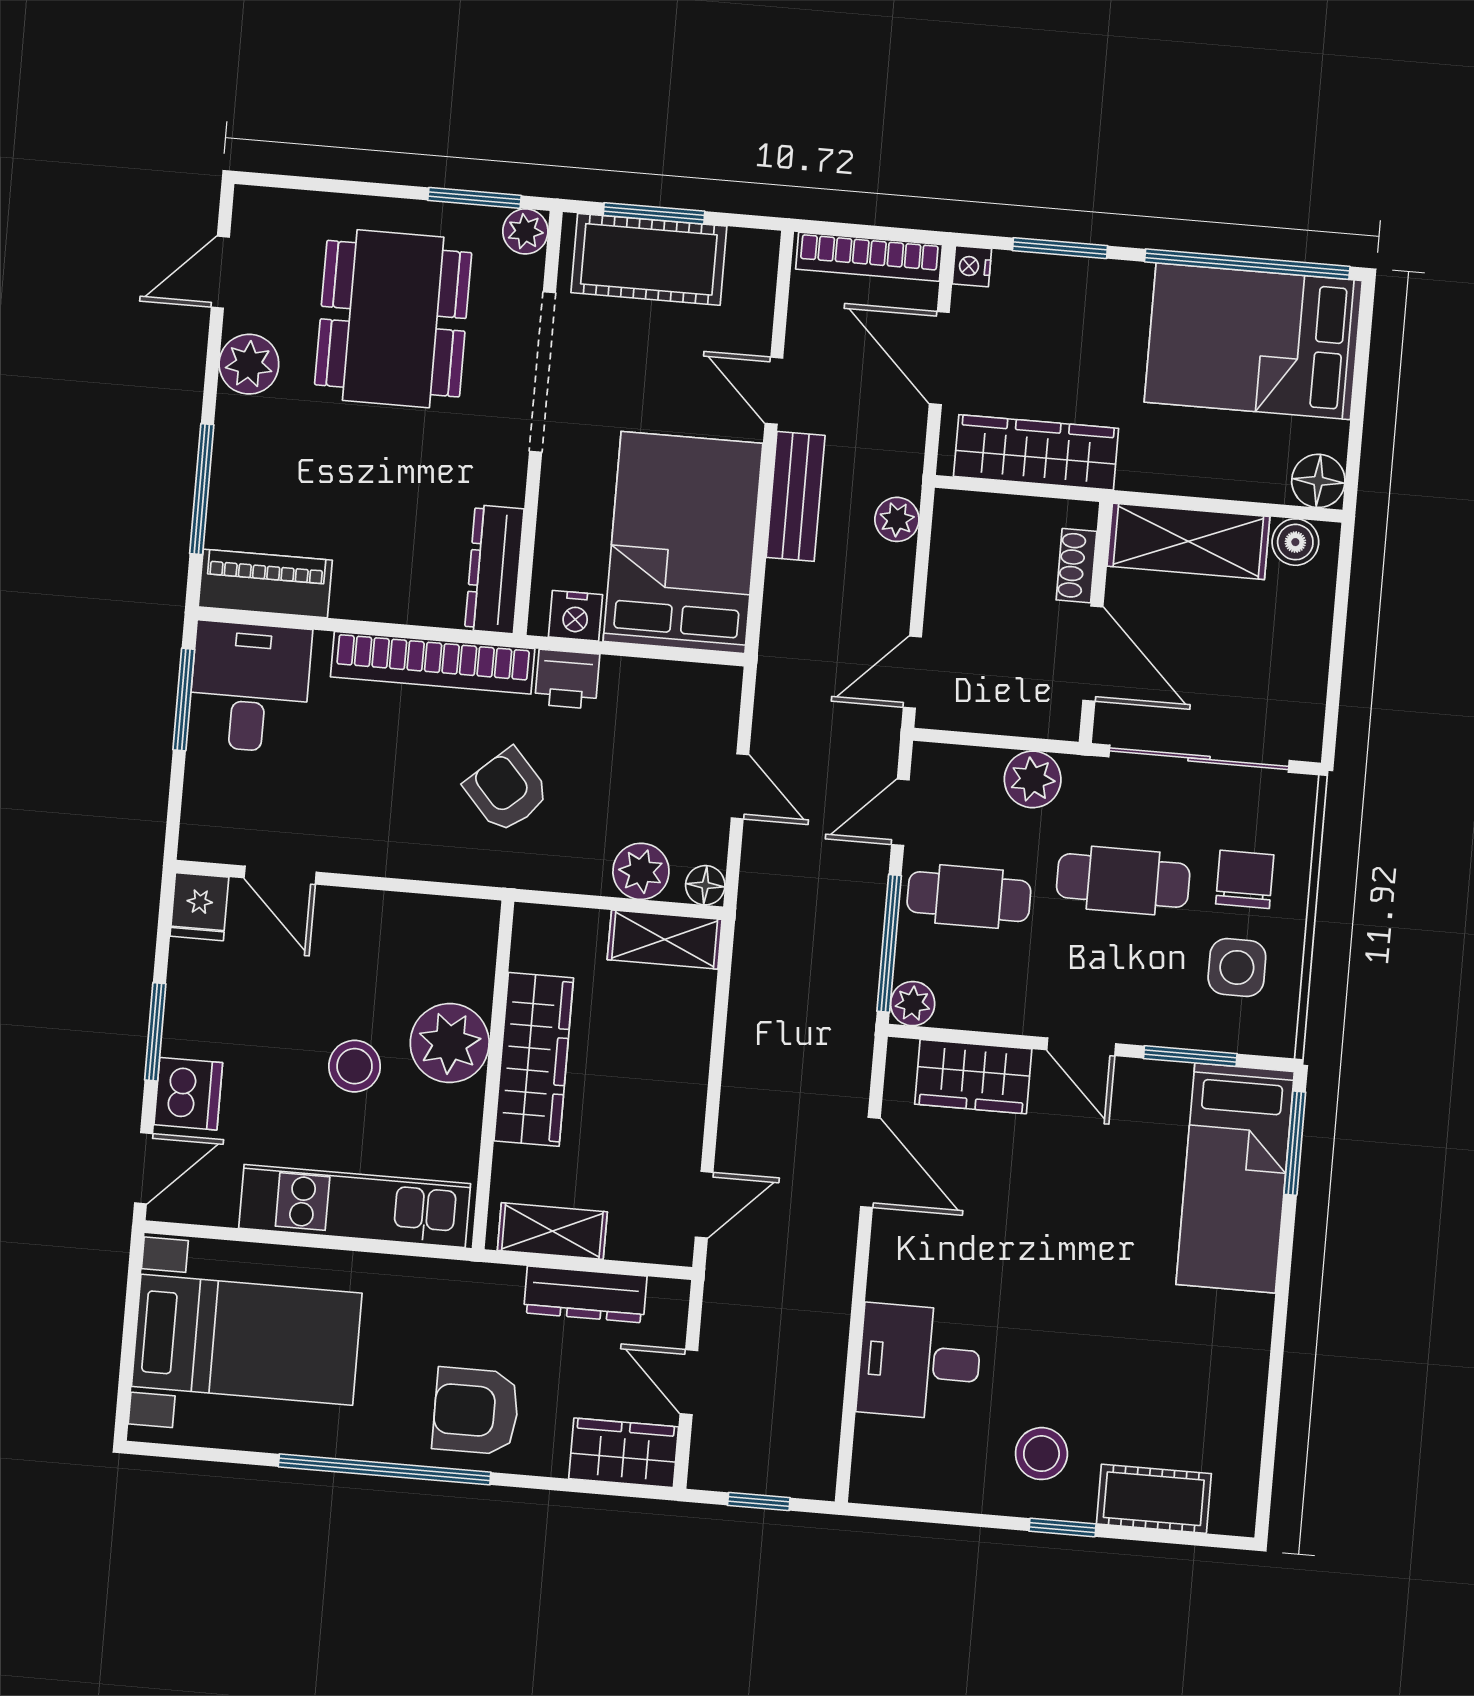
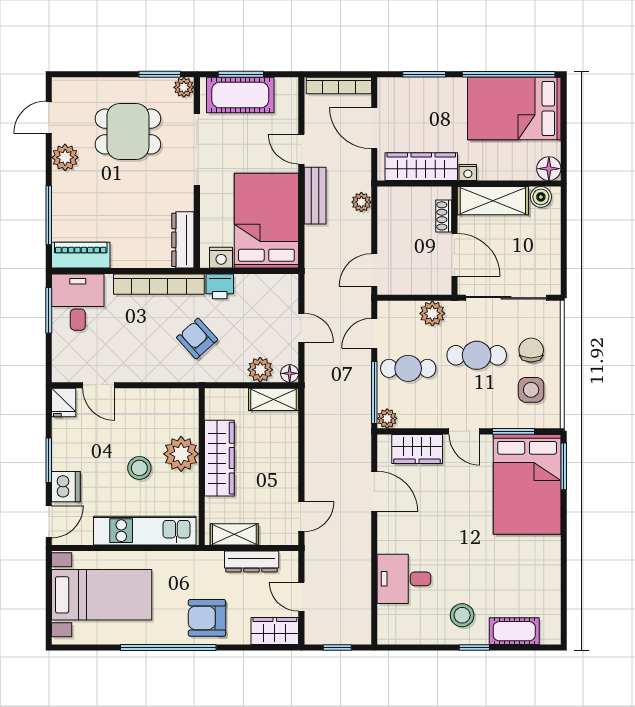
nightstand: (972, 266) -> (468, 172), moved, turned -90
dining table: (393, 319) -> (128, 131), width x0.73
bed: (1235, 1178) -> (527, 484), width x1.50

